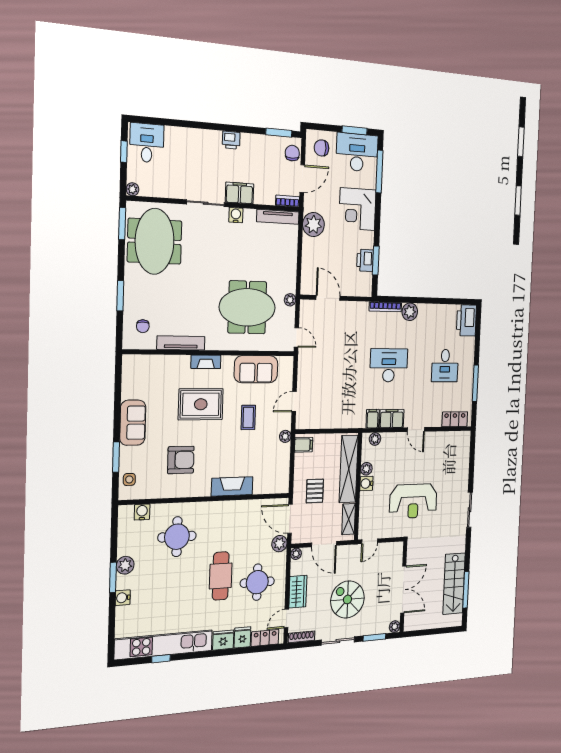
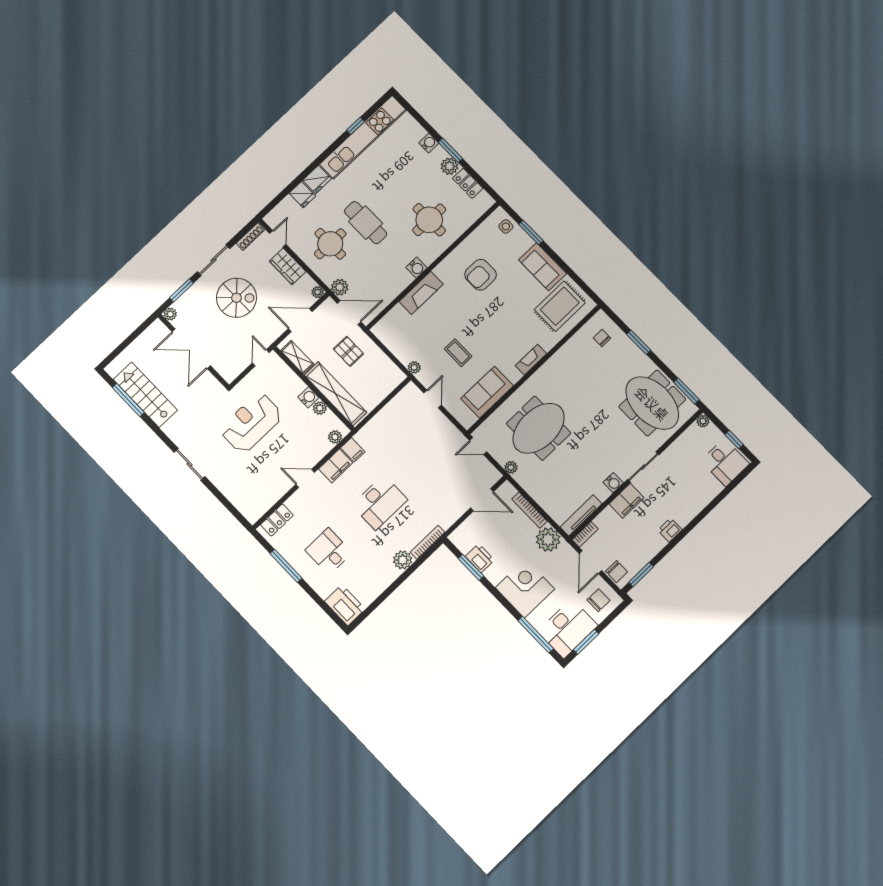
bookcase: (306, 257) -> (530, 510), added
tv unit: (181, 343) -> (563, 354), removed
rug: (201, 404) -> (560, 306), moved
filing cabinet: (304, 445) -> (393, 376), removed
water cooler: (142, 512) -> (416, 268), moved
locker: (265, 638) -> (468, 183), moved, turned 90

